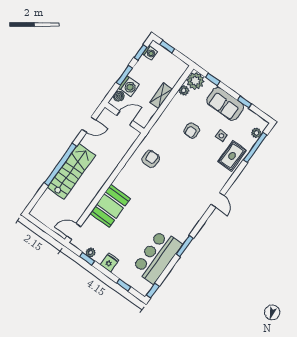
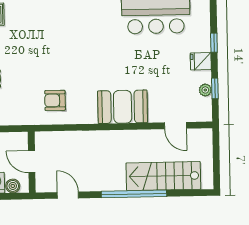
stairs: (71, 171) -> (163, 176), moved
booth: (110, 206) -> (123, 107), moved
door: (74, 231) -> (175, 126), moved
window: (124, 285) -> (214, 43), moved

